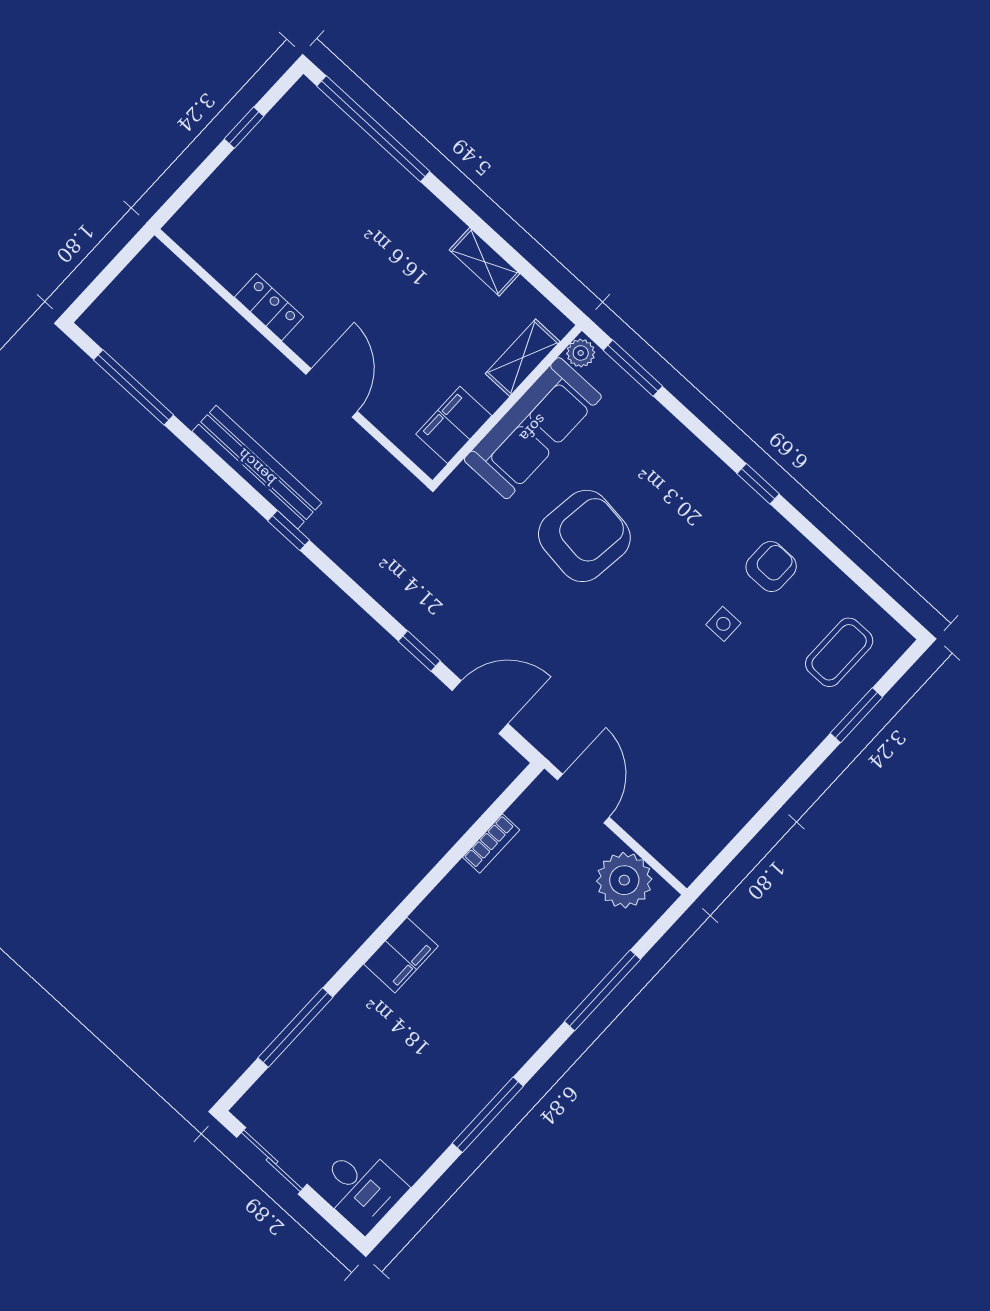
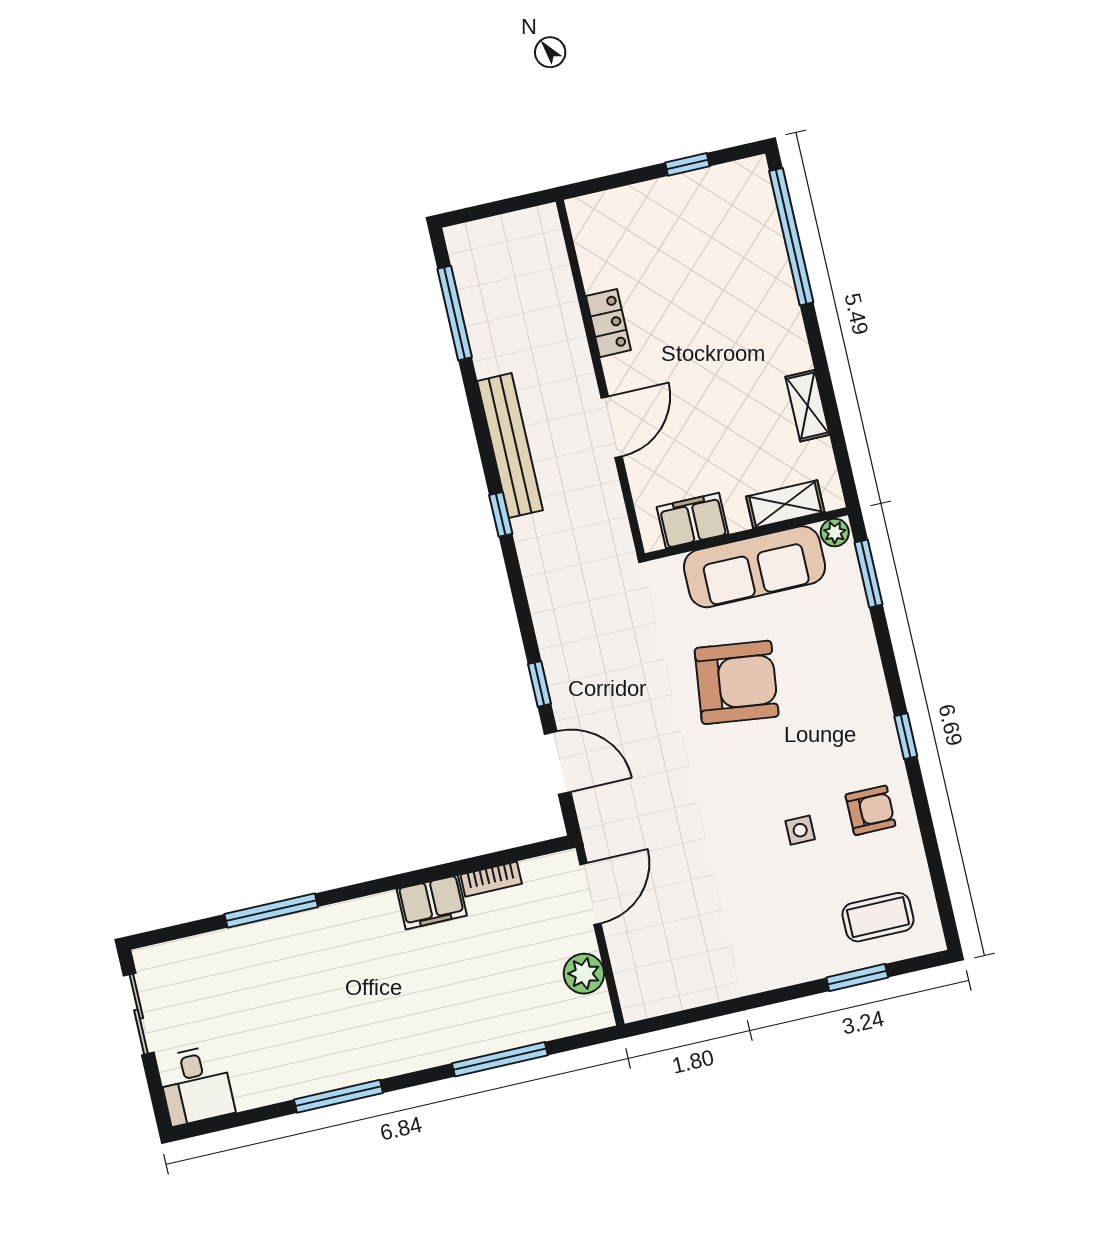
plant: (624, 880) -> (584, 974), width x0.73, depth x0.73
filing cabinet: (401, 955) -> (432, 902), moved
window: (295, 1028) -> (271, 910), moved

